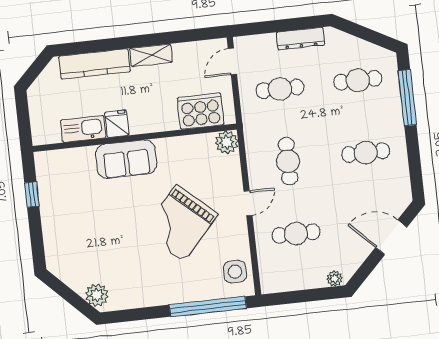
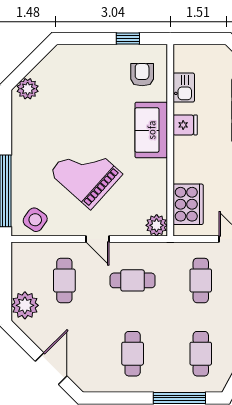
kitchen sink: (83, 129) -> (184, 88), width x0.73
armchair: (69, 175) -> (142, 75), added
side table: (235, 272) -> (35, 220), turned 35
plant: (335, 279) -> (25, 305), width x1.88, depth x1.88

